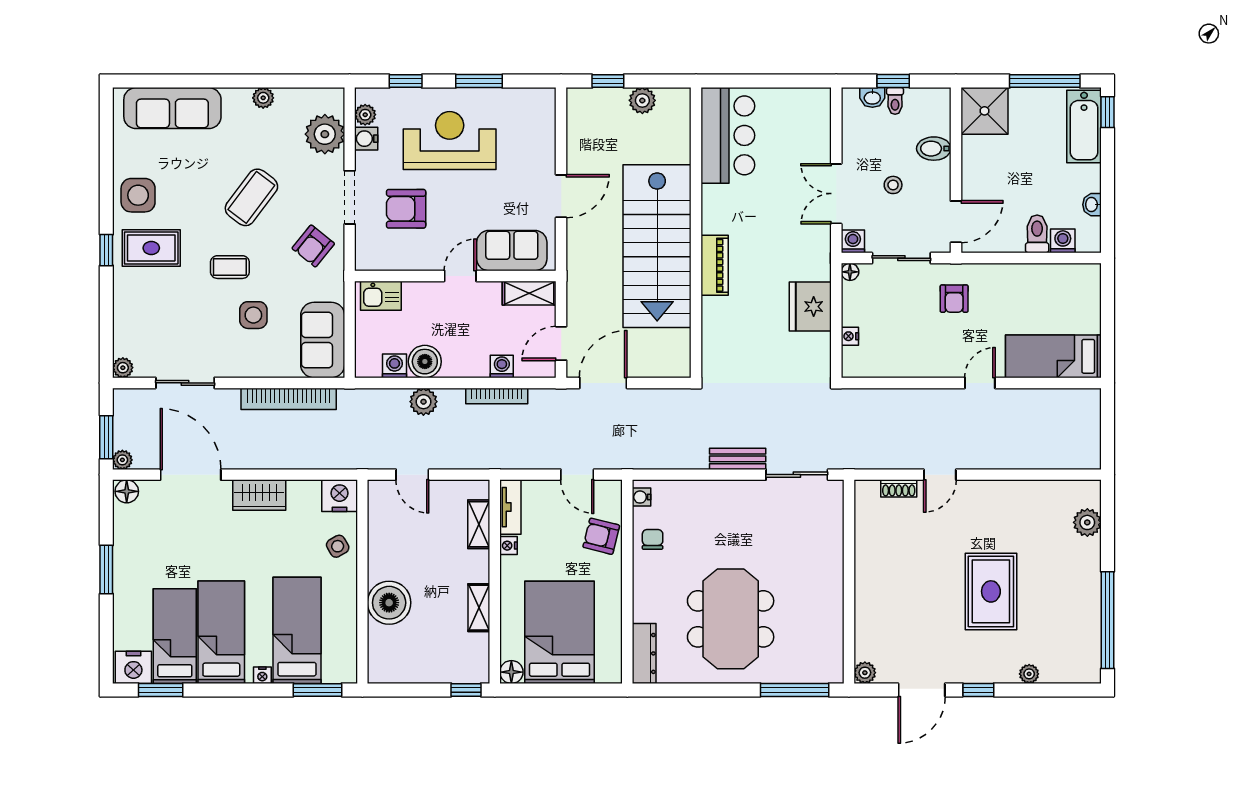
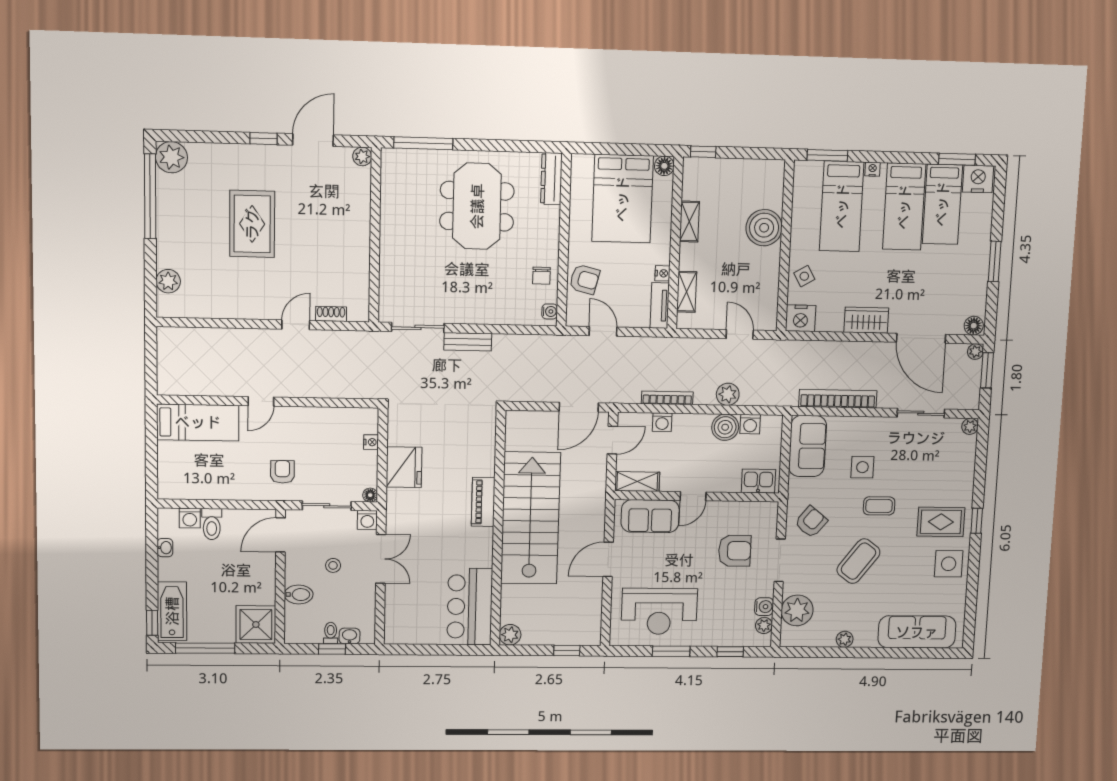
plant: (642, 100) -> (510, 635), moved
reception desk: (450, 141) -> (659, 611), moved
plant: (1029, 674) -> (171, 157), moved, width x1.88, depth x1.88

